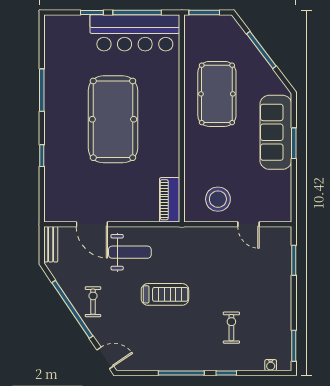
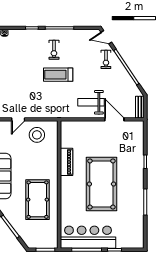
piano: (170, 200) -> (67, 162), moved
door: (248, 224) -> (18, 119), swing flipped
treadmill: (165, 294) -> (58, 75), moved
exercise bike: (93, 302) -> (106, 59), moved
exercise bike: (231, 328) -> (54, 50), moved

